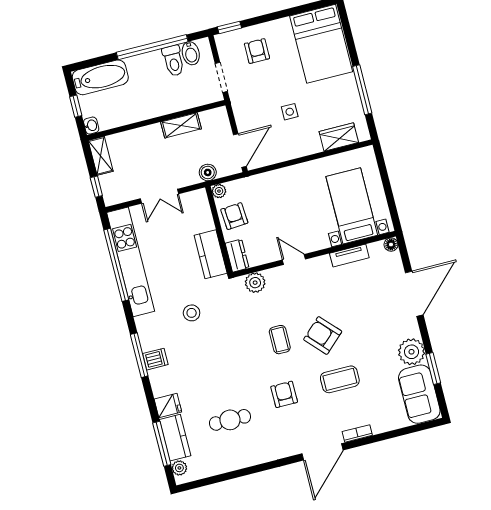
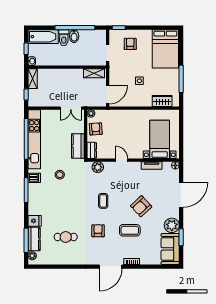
bidet: (191, 53) -> (74, 36), moved
toilet: (173, 61) -> (64, 38), moved
shelving: (181, 125) -> (94, 73), moved
boiler: (208, 172) -> (87, 102), removed
double door: (159, 196) -> (71, 108), moved
armchair: (323, 335) -> (141, 206), moved, turned -90
dishwasher: (155, 359) -> (34, 178), moved

